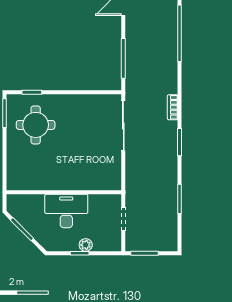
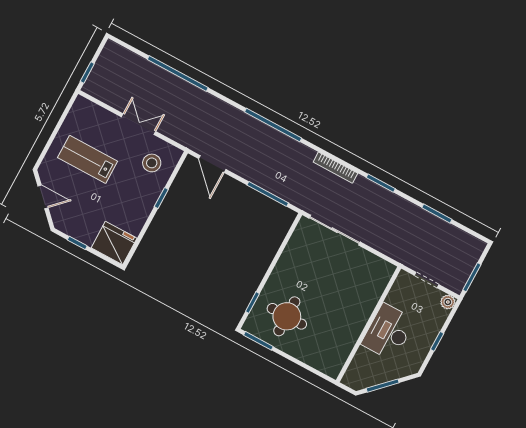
bookcase: (173, 107) -> (335, 168), width x1.56
plant: (86, 245) -> (448, 302), moved

